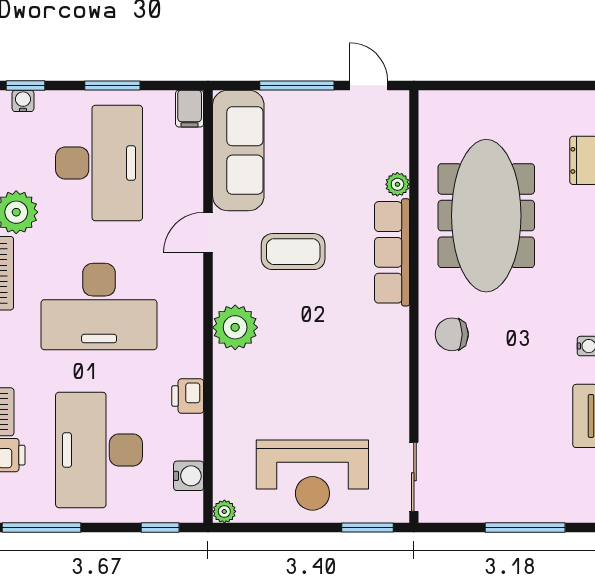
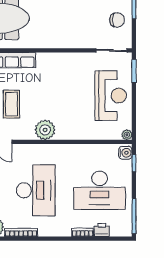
chair: (452, 334) -> (117, 20), moved, turned -90
printer: (188, 396) -> (76, 151), removed
water cooler: (189, 476) -> (125, 153), moved, turned 90

